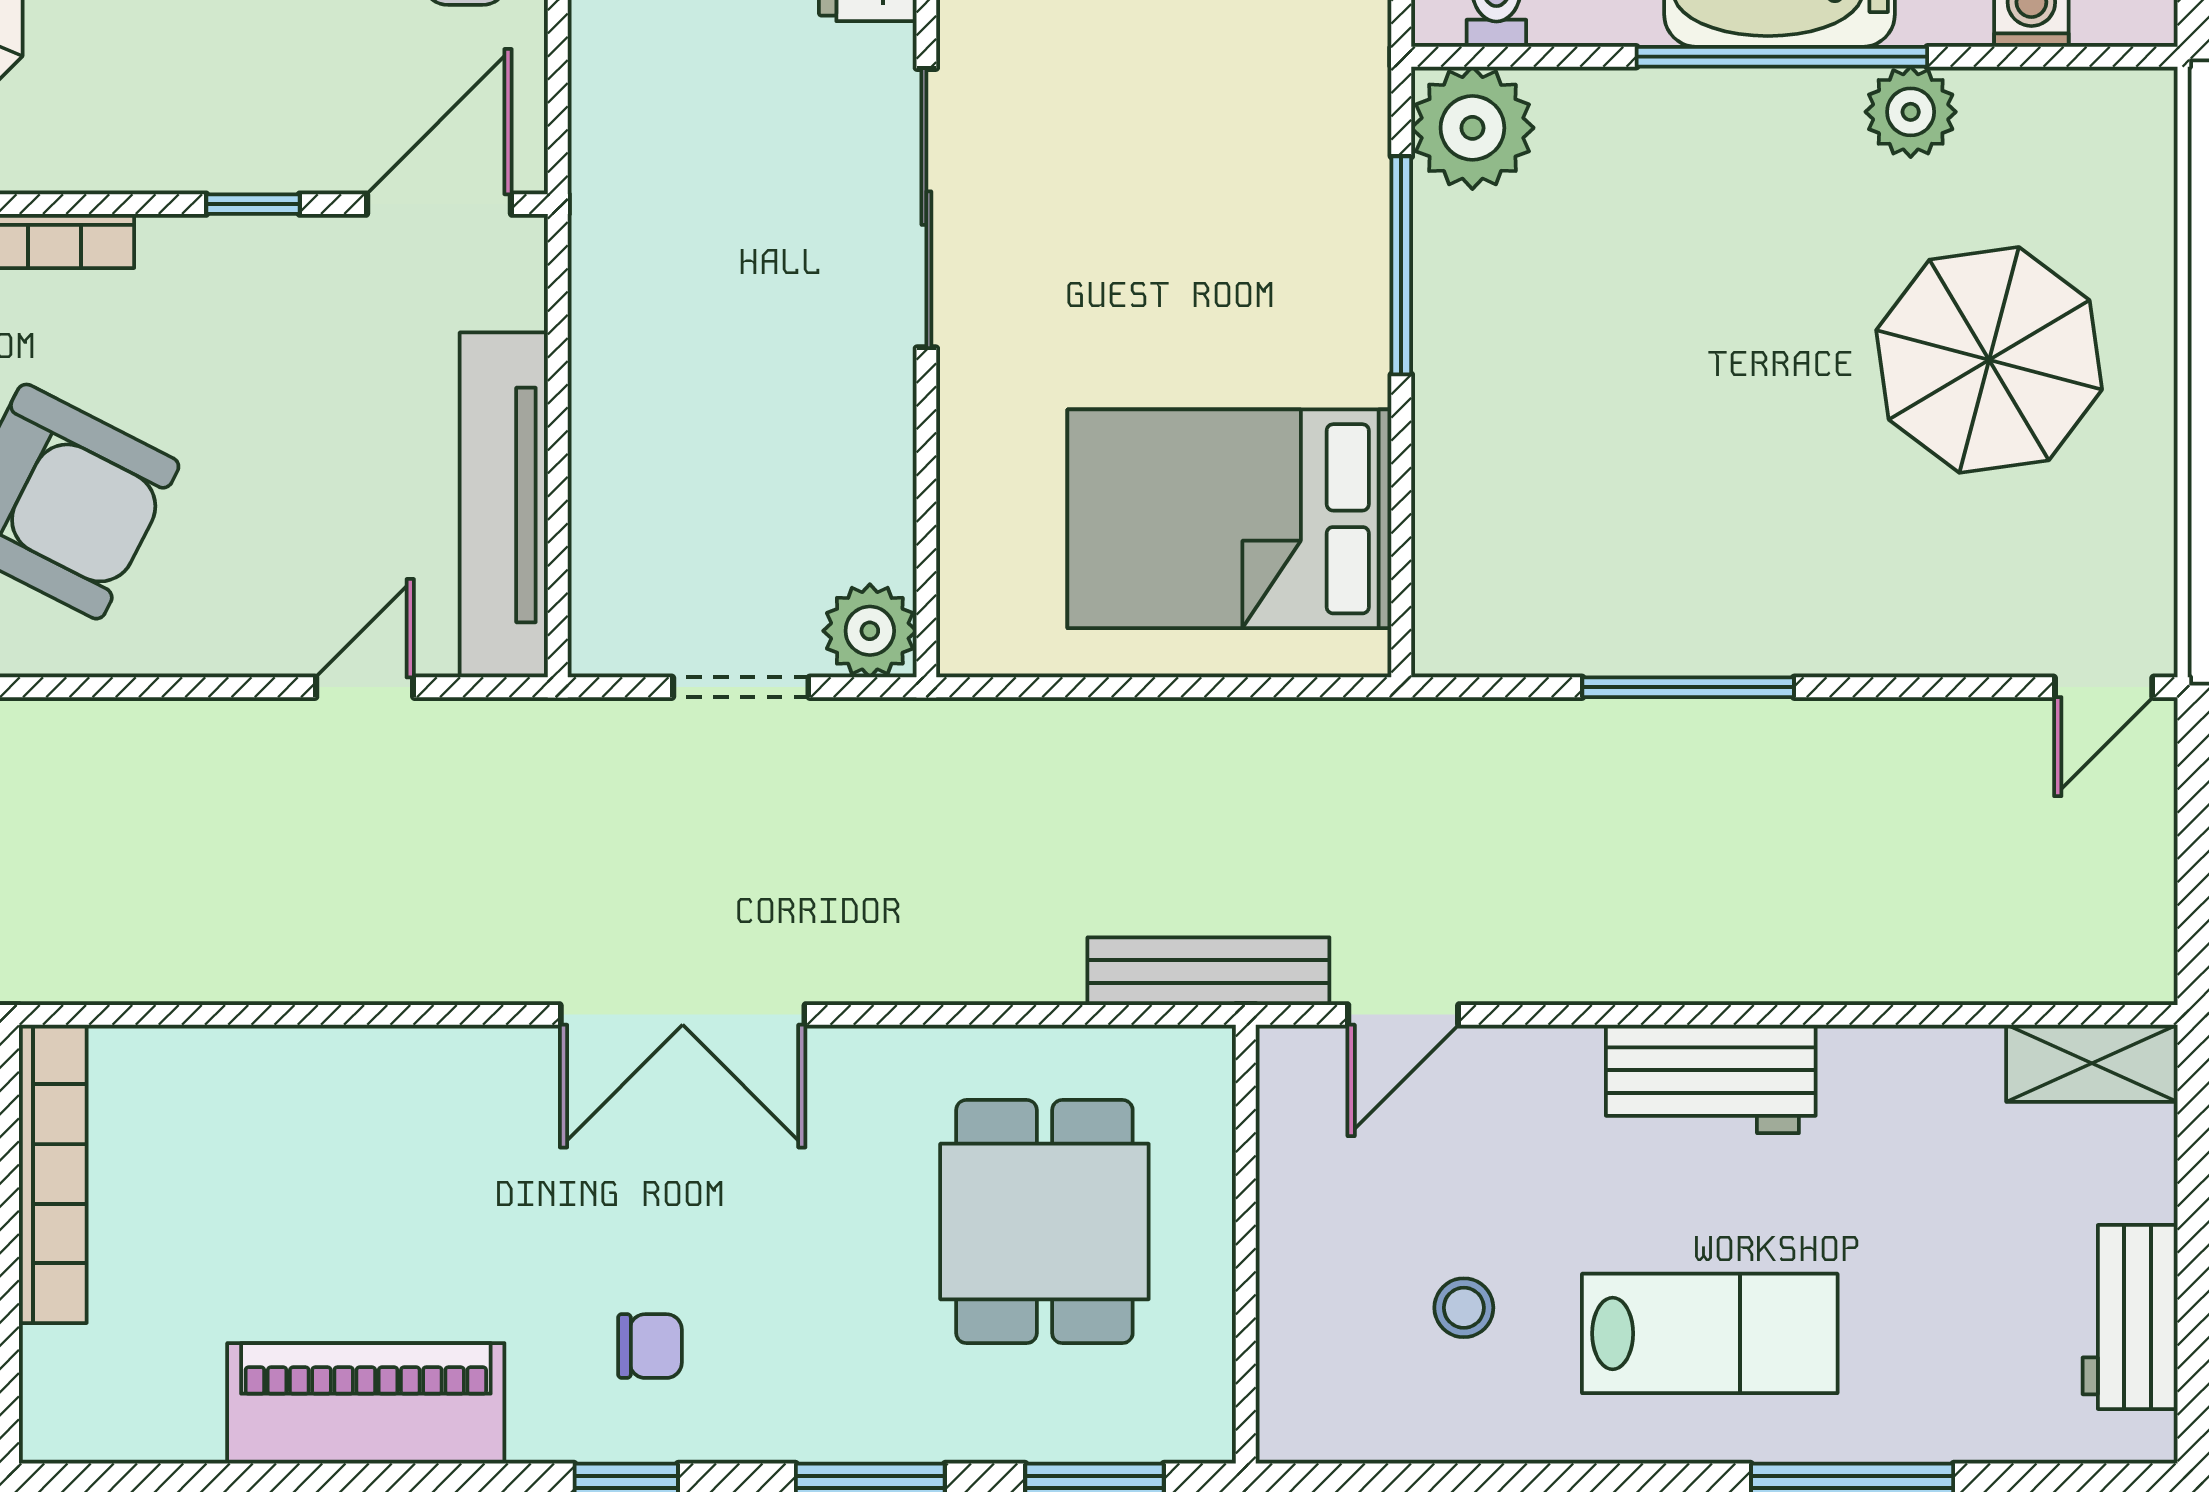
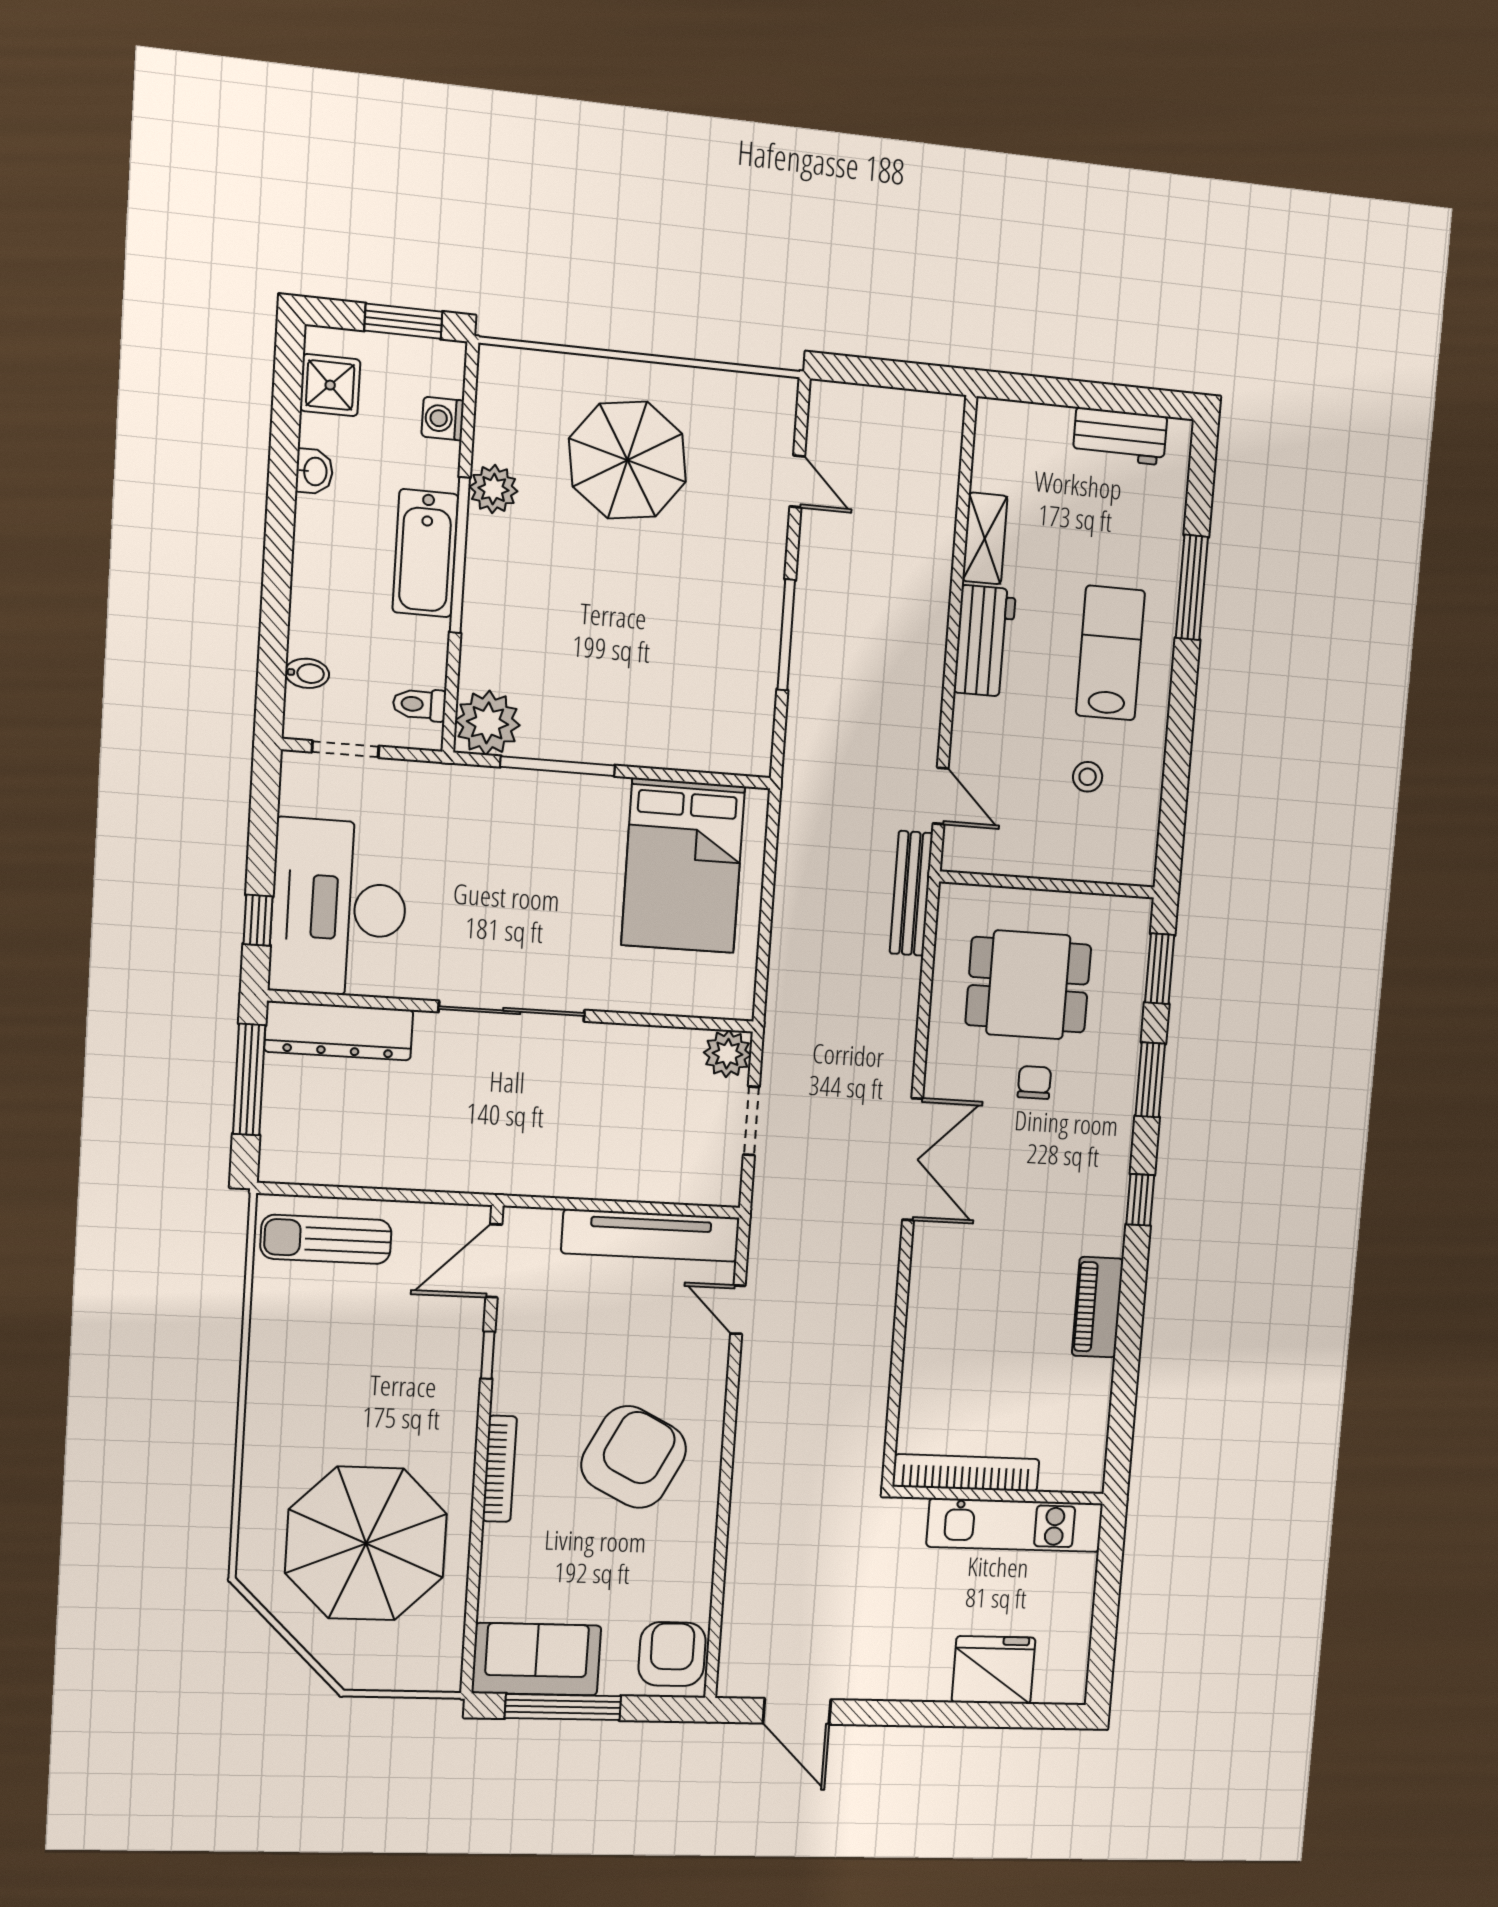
door: (439, 204) -> (494, 1261), hinge flipped
door: (2104, 687) -> (797, 481), moved
shelving: (2092, 1063) -> (985, 538), moved
chair: (650, 1346) -> (1034, 1082), moved
piano: (366, 1403) -> (1098, 1307), width x0.73, depth x0.75

